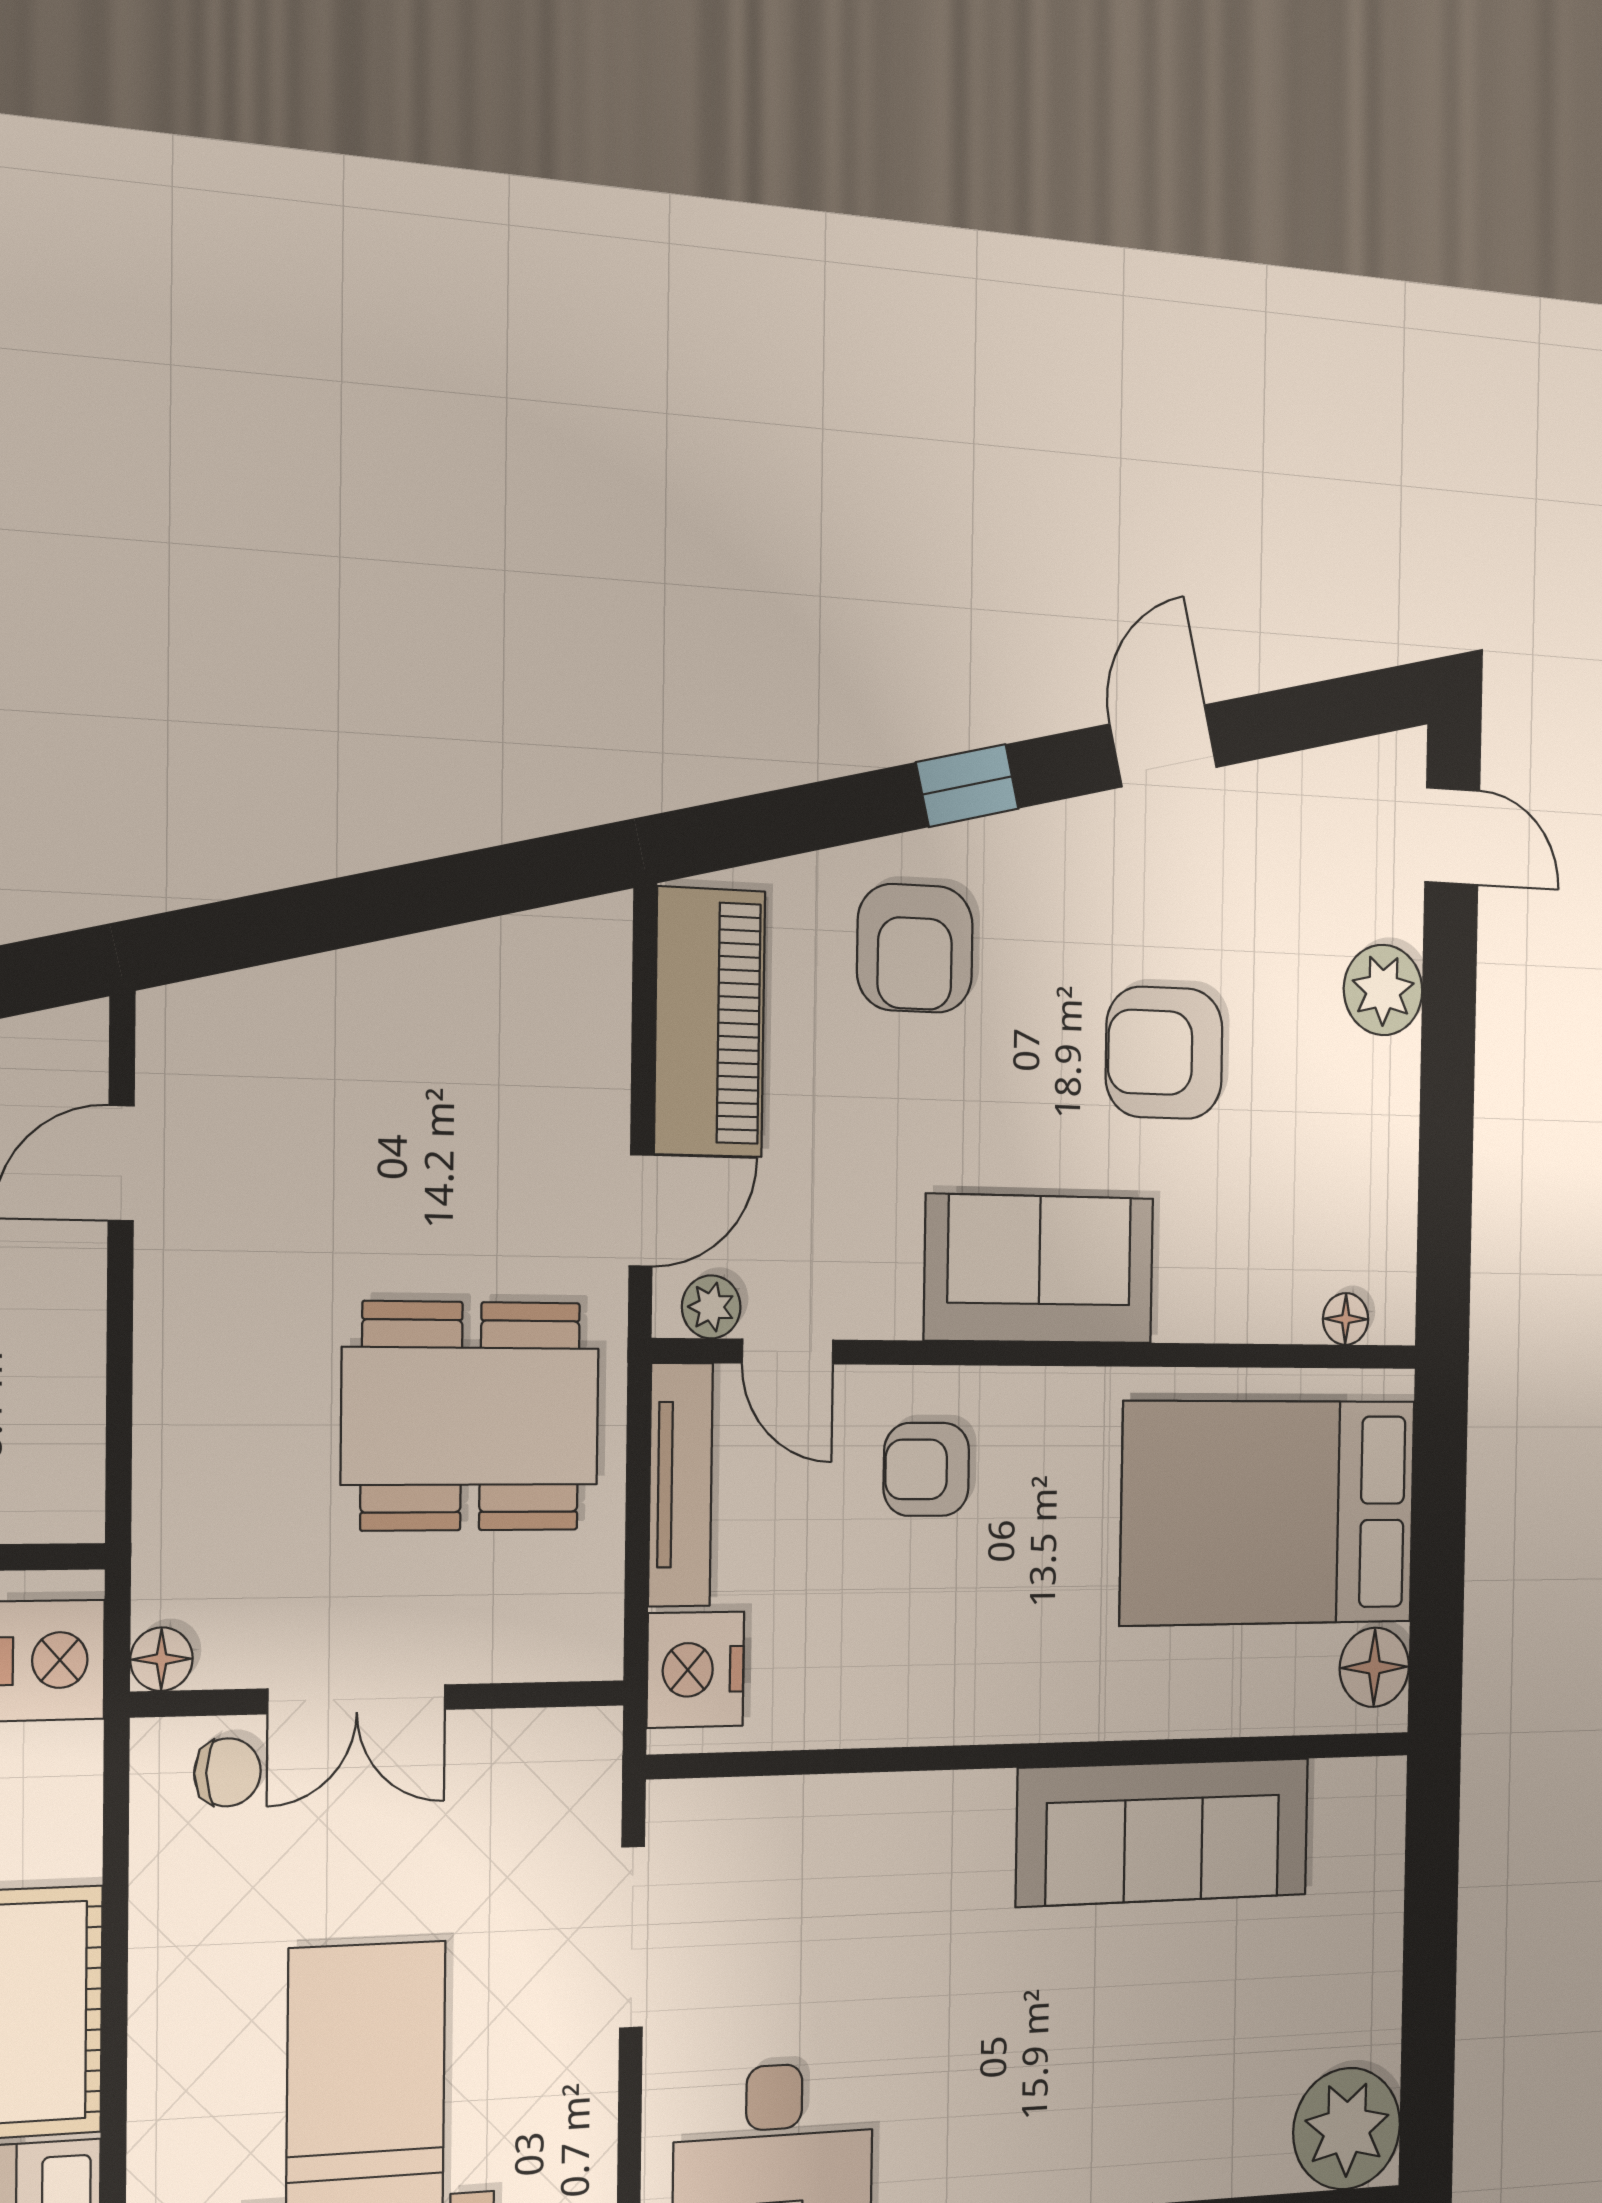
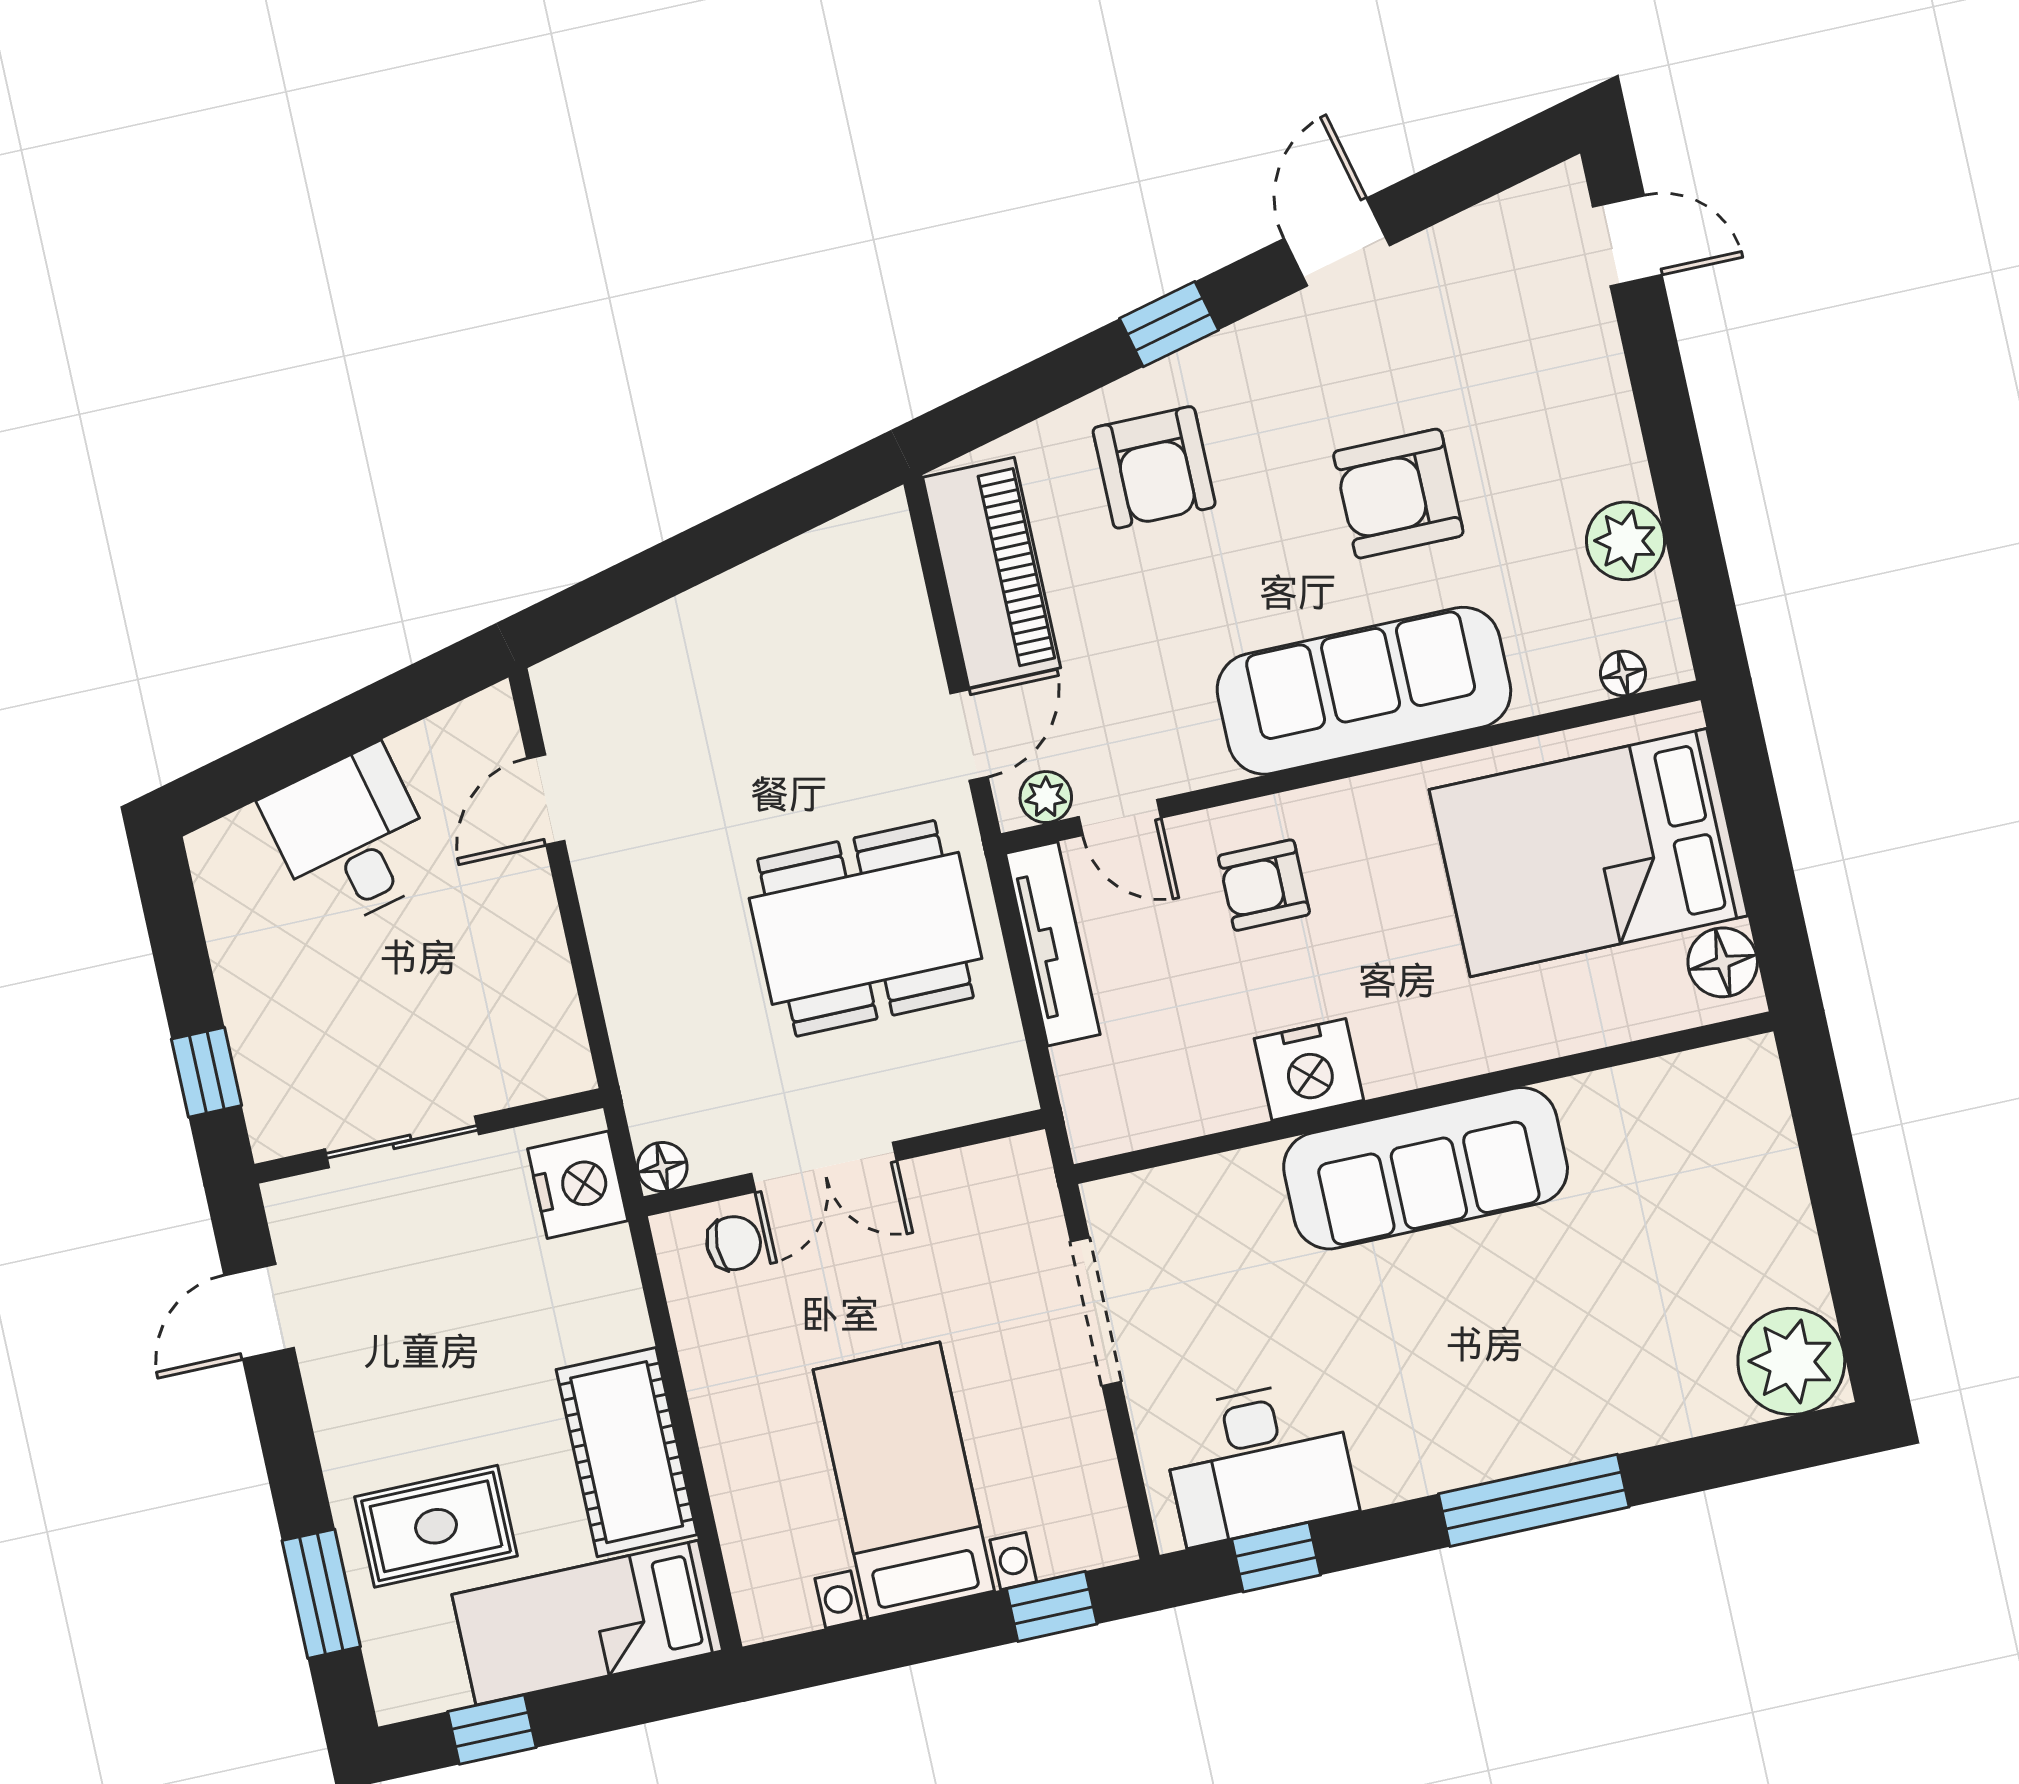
plant: (1383, 990) -> (1626, 541), moved
sofa: (1039, 1269) -> (1364, 691), width x1.36
nightstand: (695, 1670) -> (1309, 1069), moved, turned -90
sofa: (1163, 1832) -> (1426, 1168), moved

